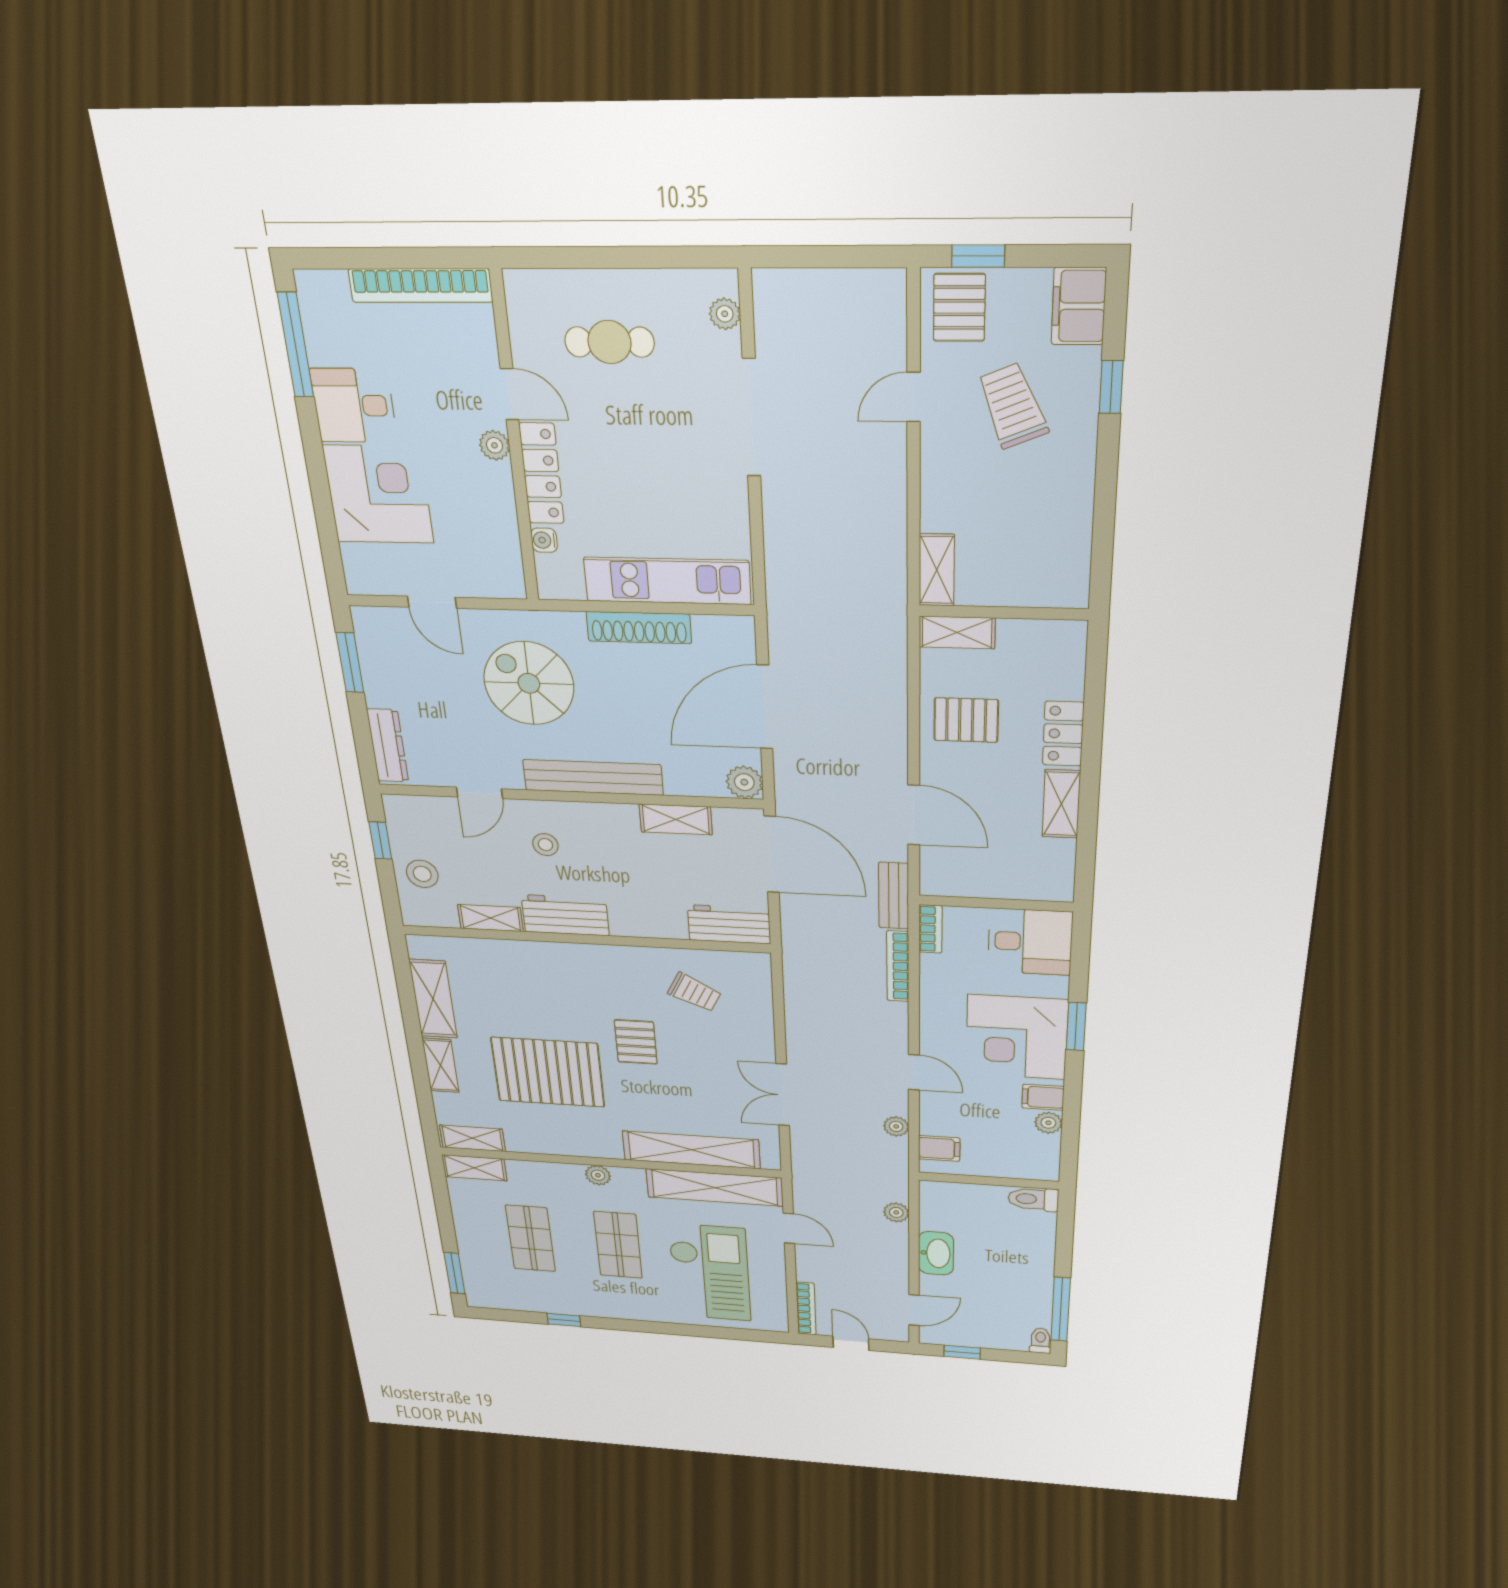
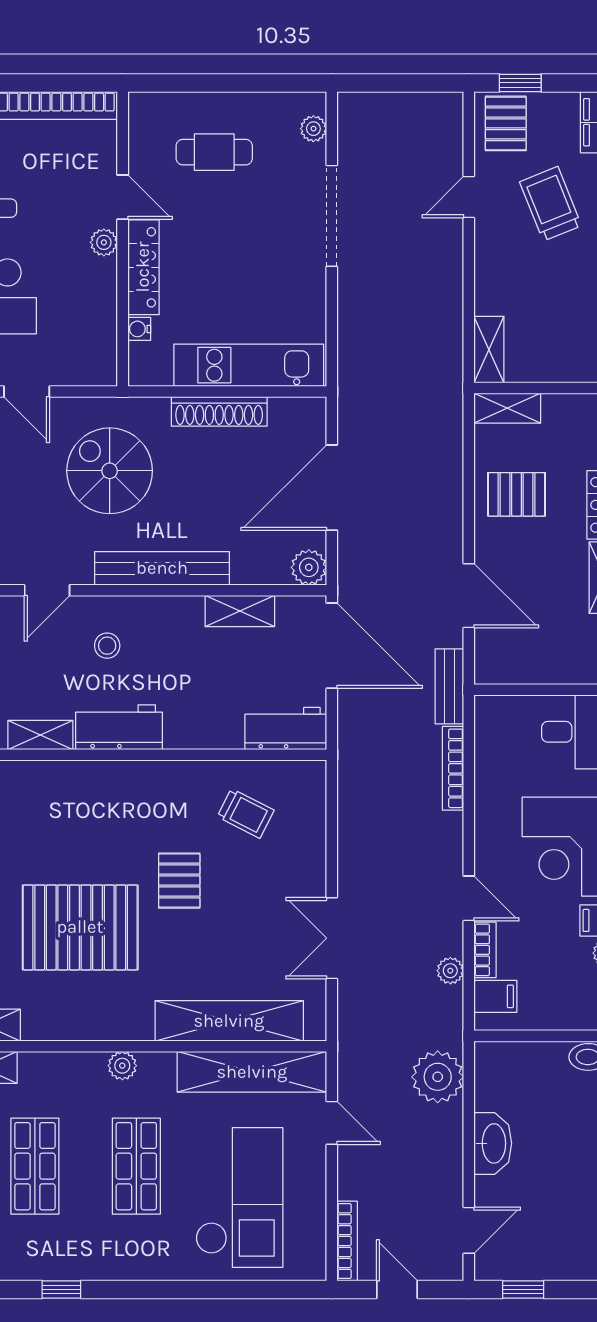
bookcase: (930, 929) -> (485, 950), moved
plant: (896, 1212) -> (438, 1077), width x1.88, depth x1.88

